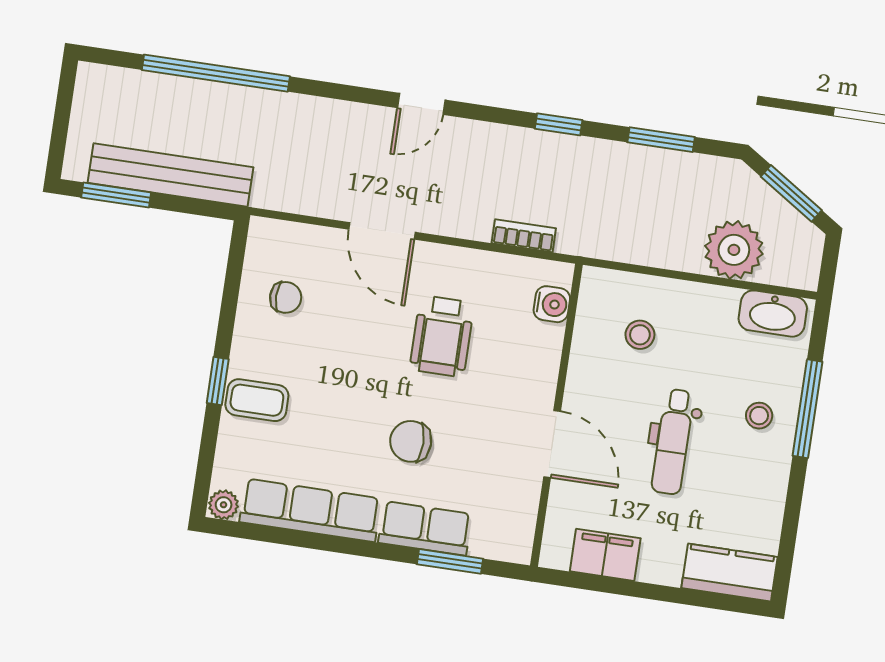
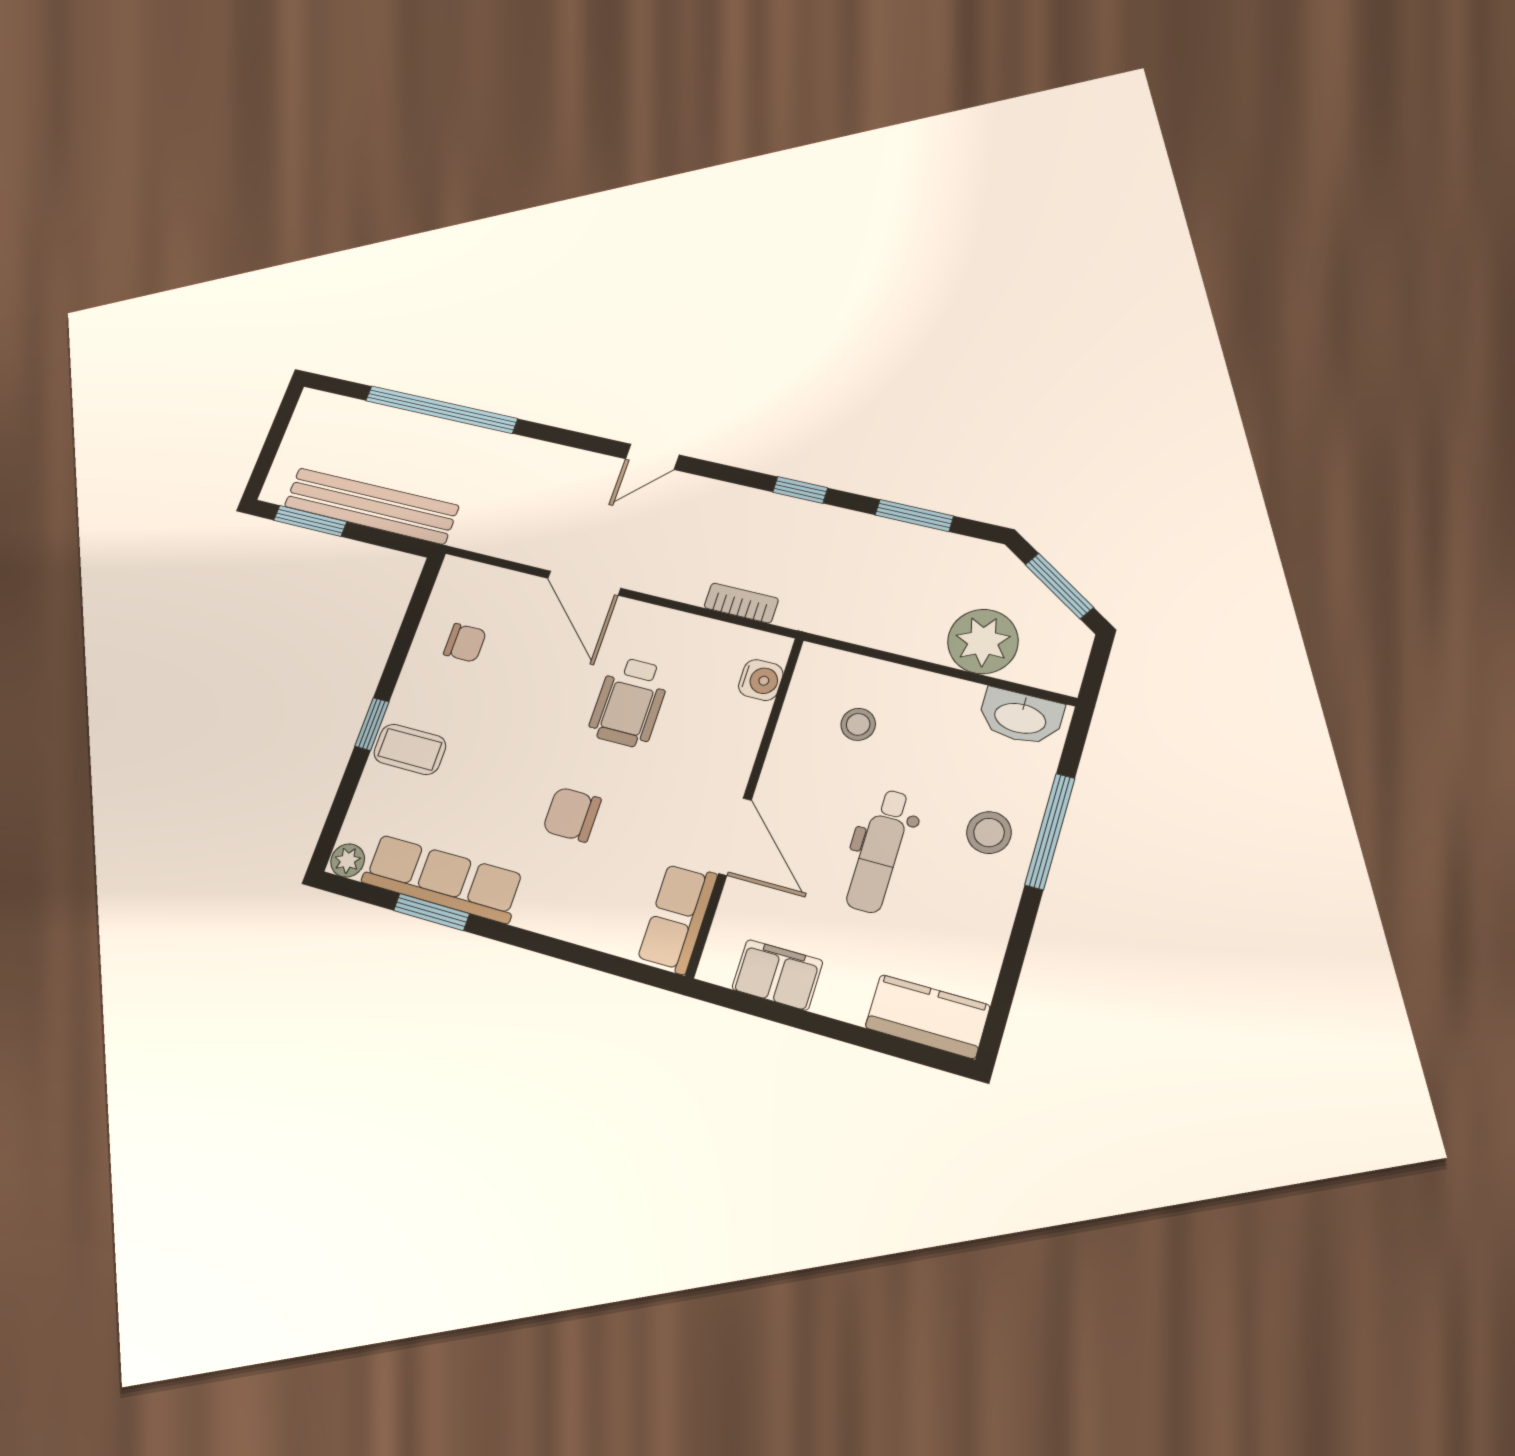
stool: (759, 416) -> (989, 833), width x1.37, depth x1.37
row of seats: (425, 528) -> (677, 918), moved, turned -90
window: (450, 561) -> (431, 912), moved

